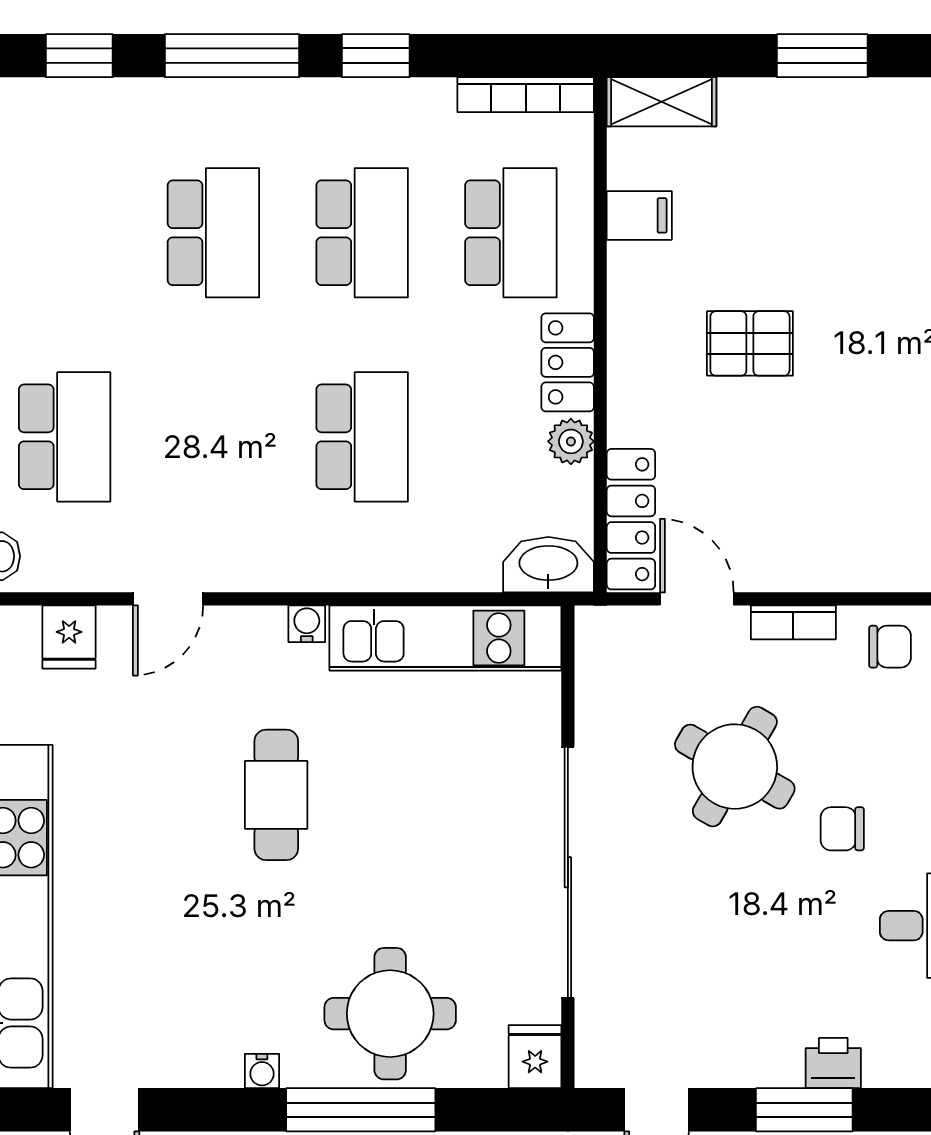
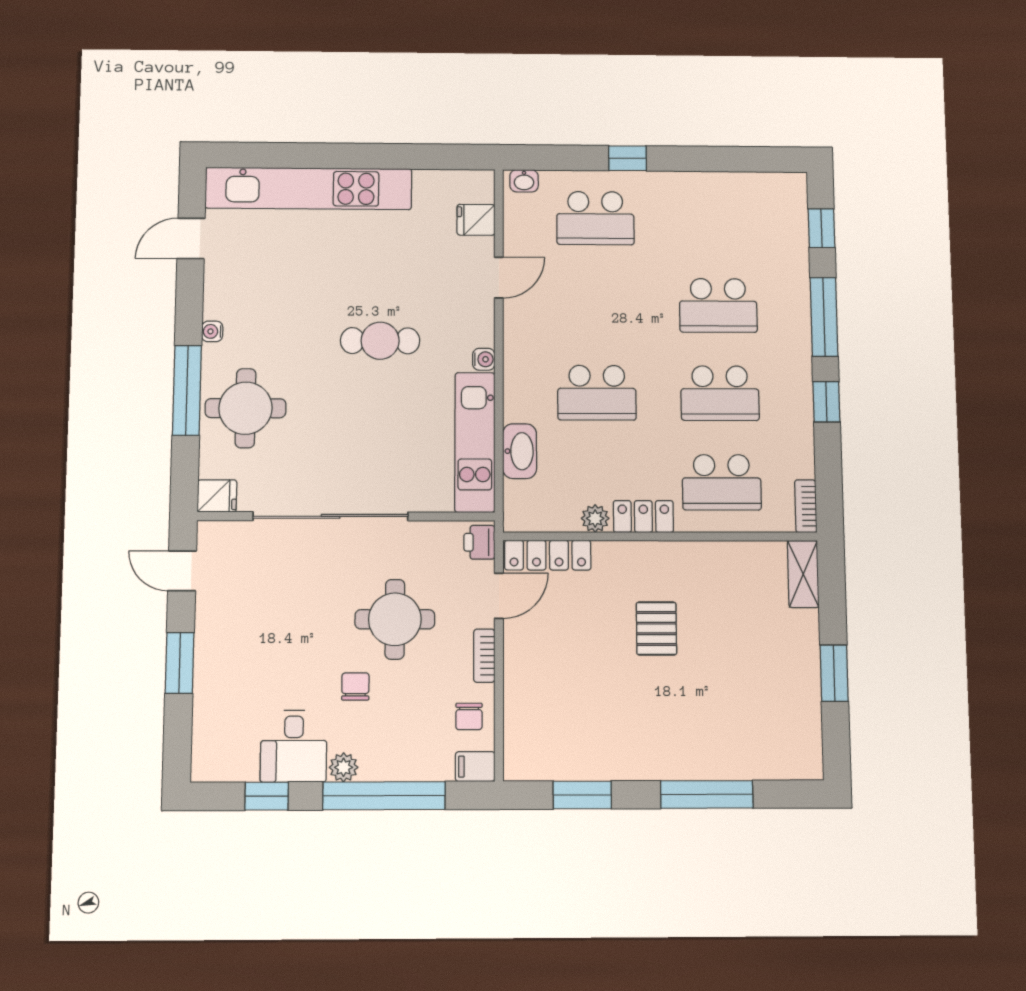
bookcase: (526, 95) -> (806, 506), width x0.64
filing cabinet: (639, 215) -> (734, 560), removed
washbasin: (548, 565) -> (520, 451), moved
door: (168, 599) -> (499, 278), swing flipped
round table: (735, 767) -> (395, 619), turned -30
printer: (833, 1063) -> (479, 542), moved, turned 180

